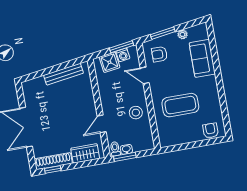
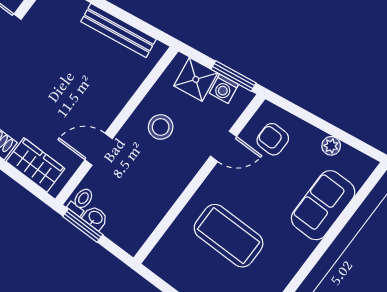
window: (163, 33) -> (307, 116), removed
door: (145, 75) -> (223, 146), swing flipped
stool: (136, 113) -> (161, 127), moved

